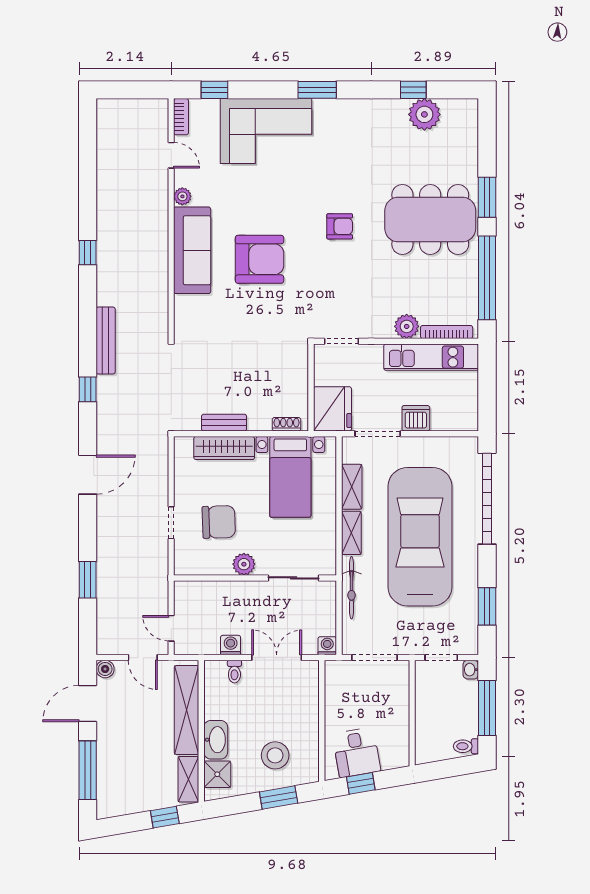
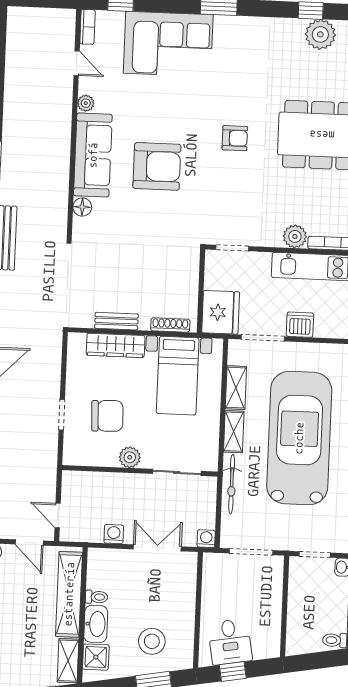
floor lamp: (183, 305) -> (82, 207), added
shoe rack: (287, 424) -> (170, 325), width x1.43
toilet: (234, 672) -> (96, 597), moved, turned -90

